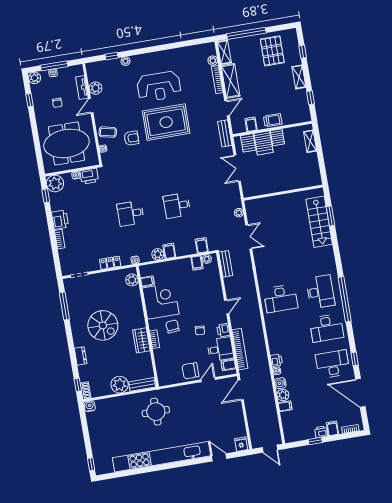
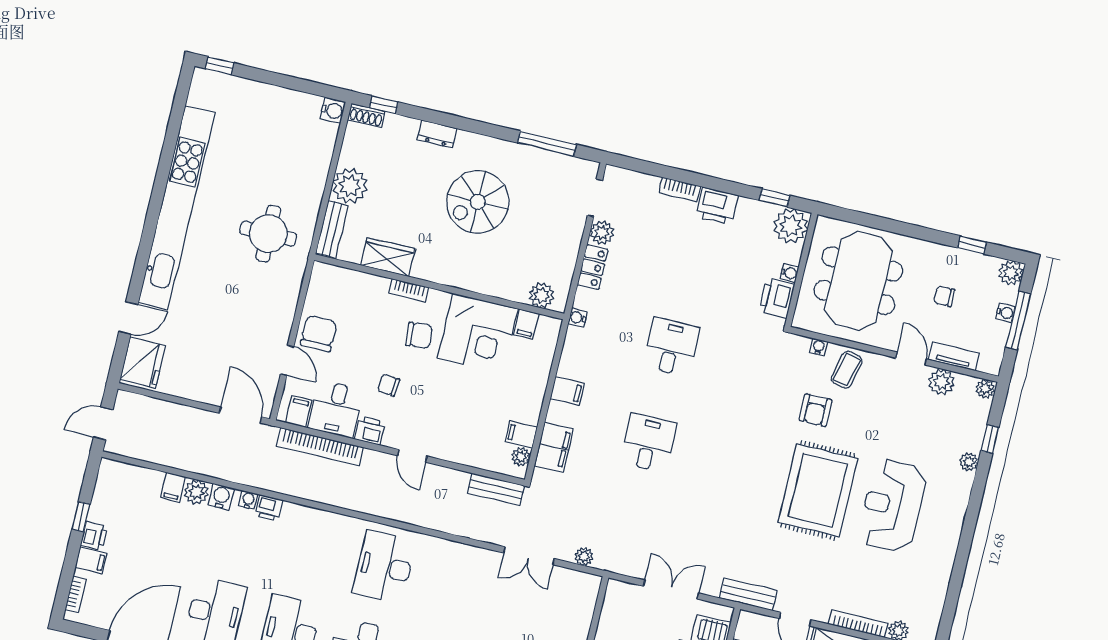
plant: (90, 68) -> (985, 389), added
filing cabinet: (202, 245) -> (554, 447), width x2.00
plant: (158, 254) -> (602, 233), moved
wardrobe: (141, 340) -> (388, 257), moved
fridge: (241, 444) -> (143, 363), width x1.88, depth x1.34

